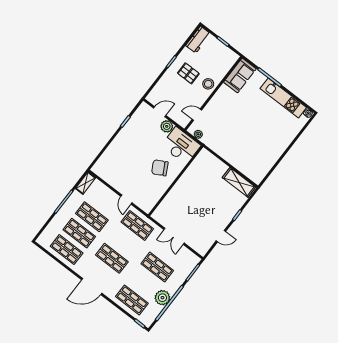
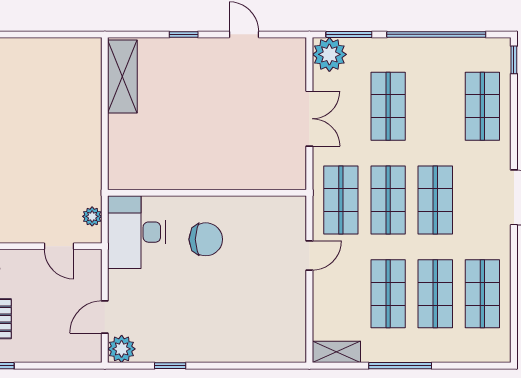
door: (160, 112) -> (105, 317), hinge flipped
plant: (167, 126) -> (122, 349), moved
chair: (160, 168) -> (206, 239), turned -62
shop shelf: (125, 242) -> (388, 200), added
plant: (162, 298) -> (329, 54), moved

